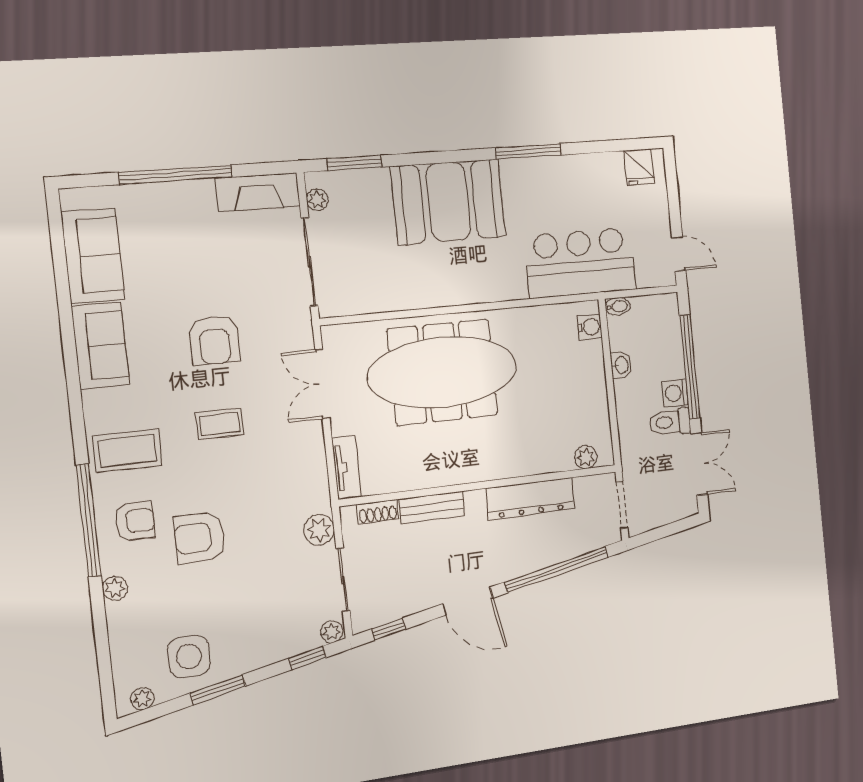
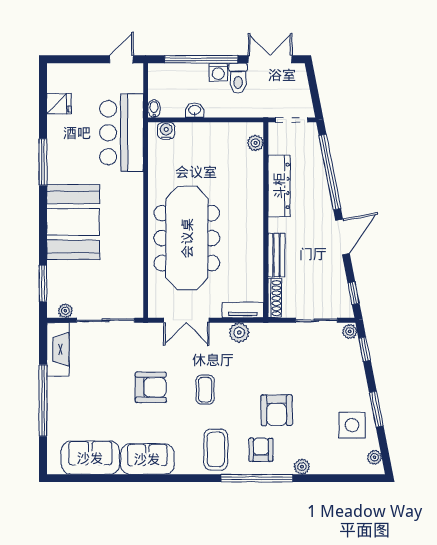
fridge: (639, 167) -> (59, 104), moved
shoe rack: (378, 512) -> (275, 298), width x1.43
plant: (319, 530) -> (239, 333), moved

